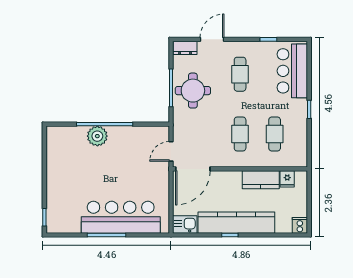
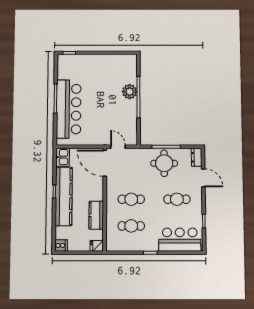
fridge: (287, 179) -> (97, 246), moved

